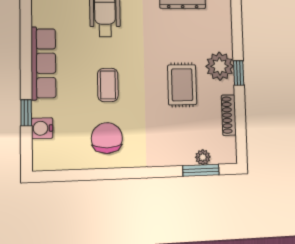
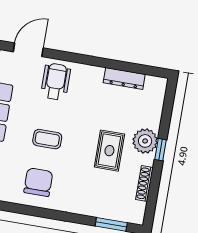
coffee table: (108, 85) -> (47, 139), turned 90
plant: (203, 157) -> (115, 214), removed

